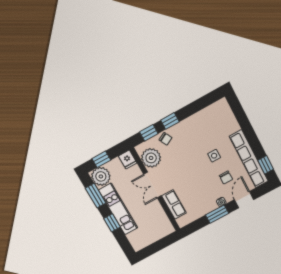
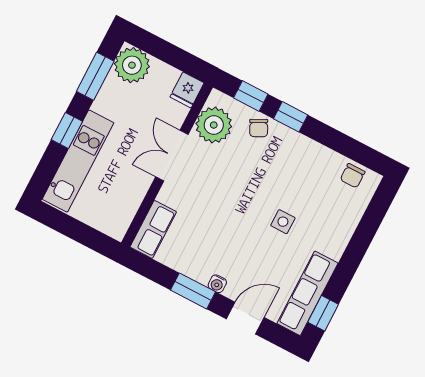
window: (101, 159) -> (160, 49), removed
row of seats: (249, 159) -> (307, 293), width x0.73
chair: (226, 177) -> (353, 176), moved
row of seats: (174, 204) -> (153, 229), moved
kitchen unit: (118, 209) -> (78, 161), moved

